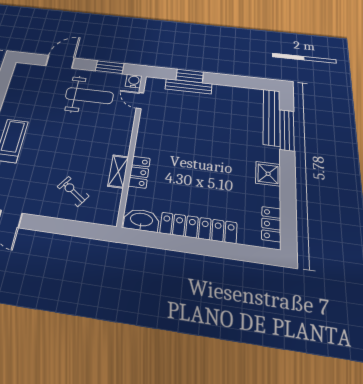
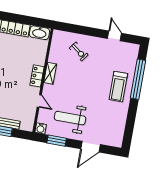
door: (140, 101) -> (39, 101), moved
shelving: (118, 171) -> (50, 73), moved
locker: (139, 172) -> (37, 76), moved

